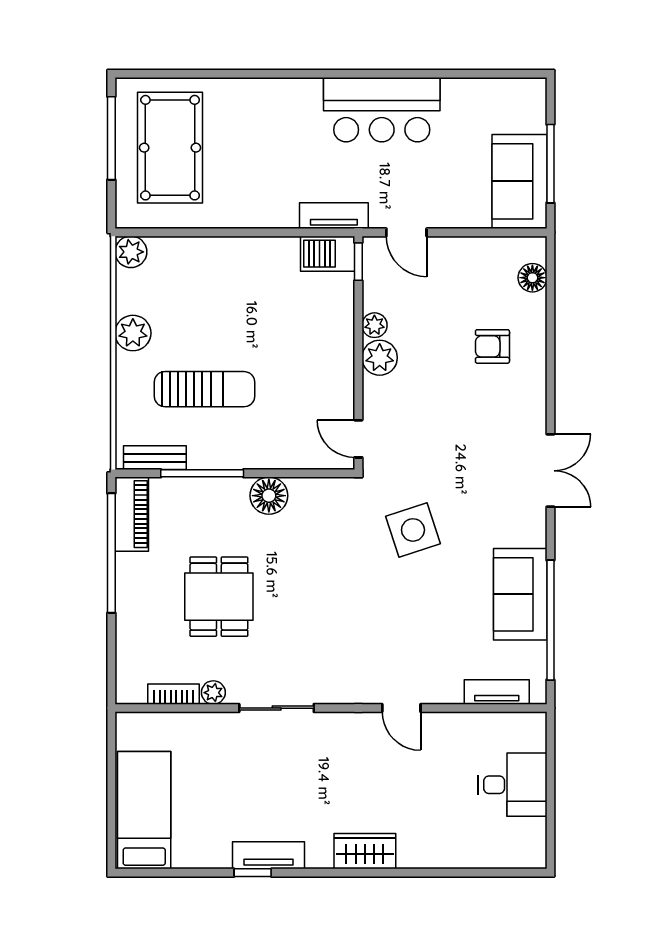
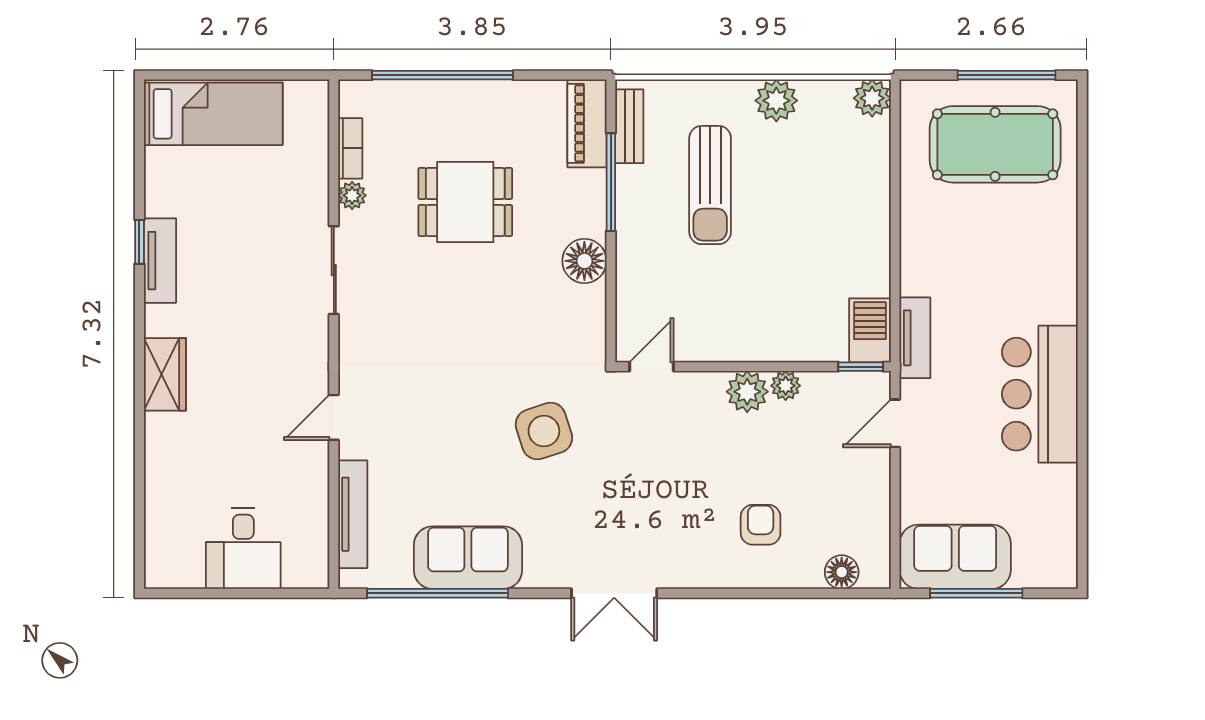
piano: (132, 514) -> (587, 123), moved, turned 90
window: (111, 553) -> (442, 75), moved
tv unit: (497, 692) -> (353, 514), width x1.41

